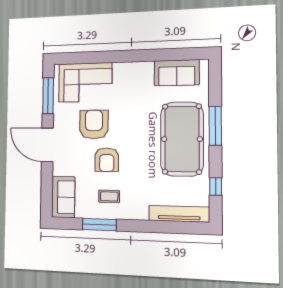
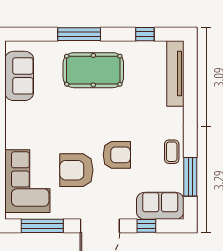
pool table: (182, 139) -> (93, 70), width x0.73, depth x0.76
window: (47, 185) -> (146, 226), added
coffee table: (109, 196) -> (172, 152), moved
window: (99, 225) -> (190, 177), moved

